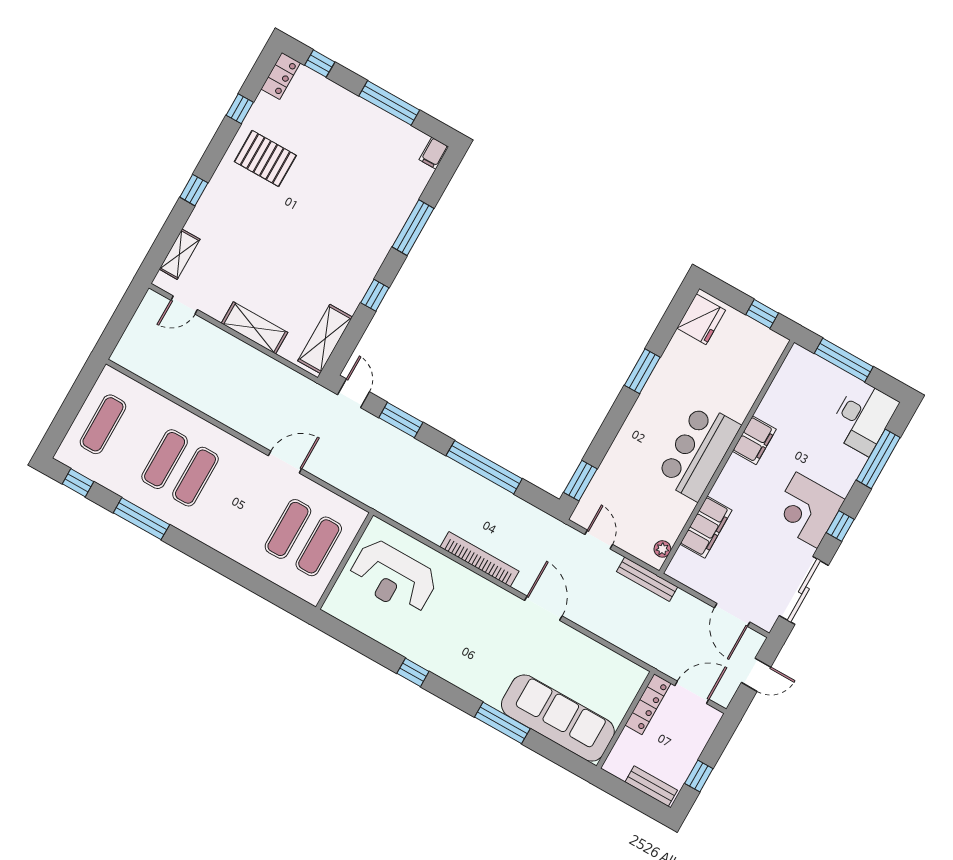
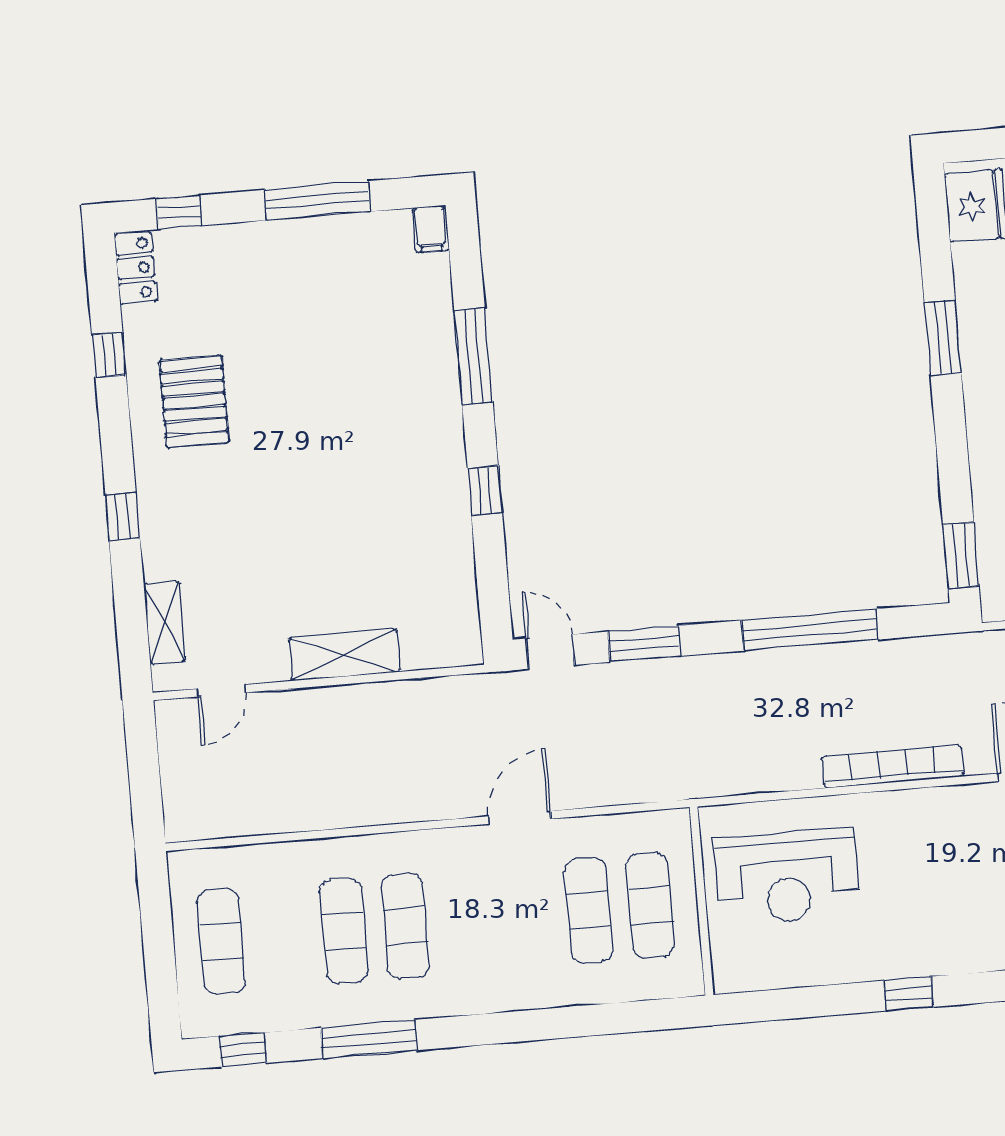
pallet: (265, 158) -> (194, 401), turned 90
shelving: (325, 339) -> (456, 602), removed

